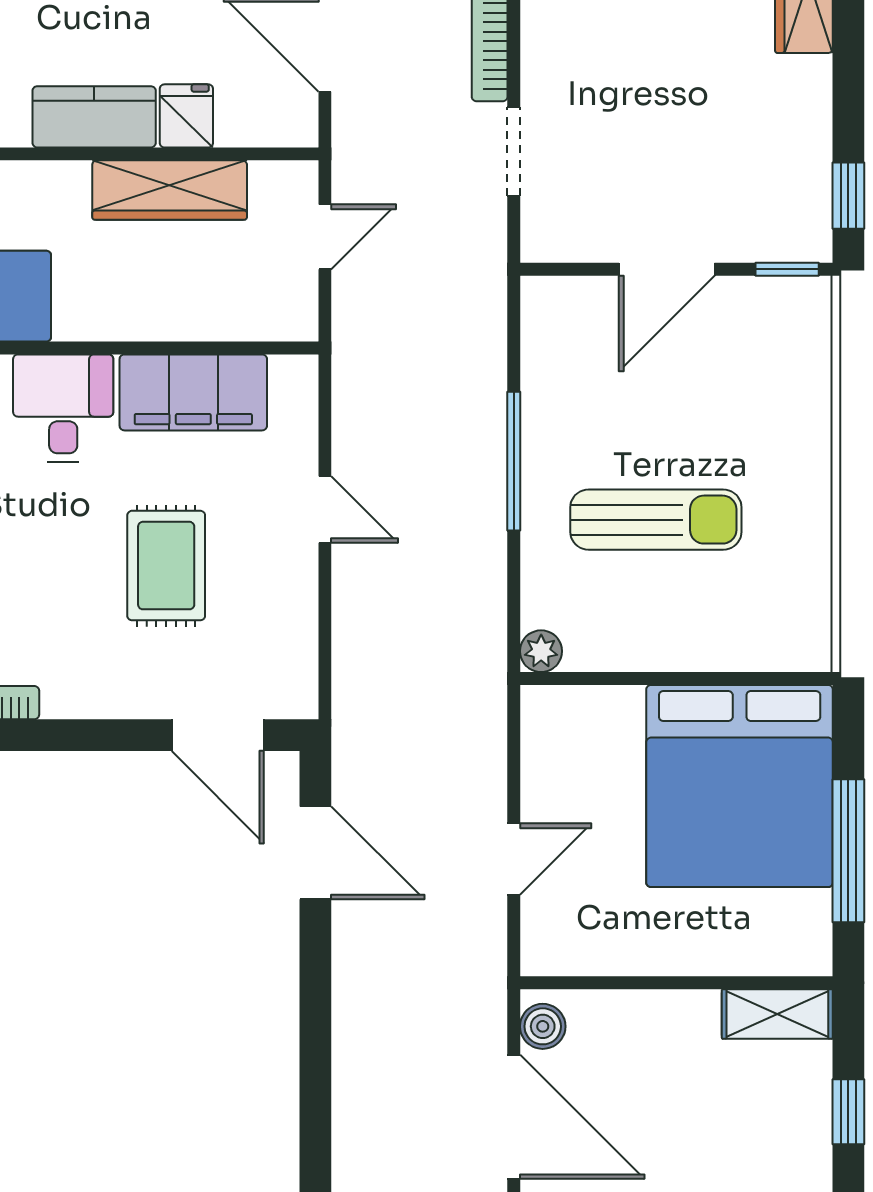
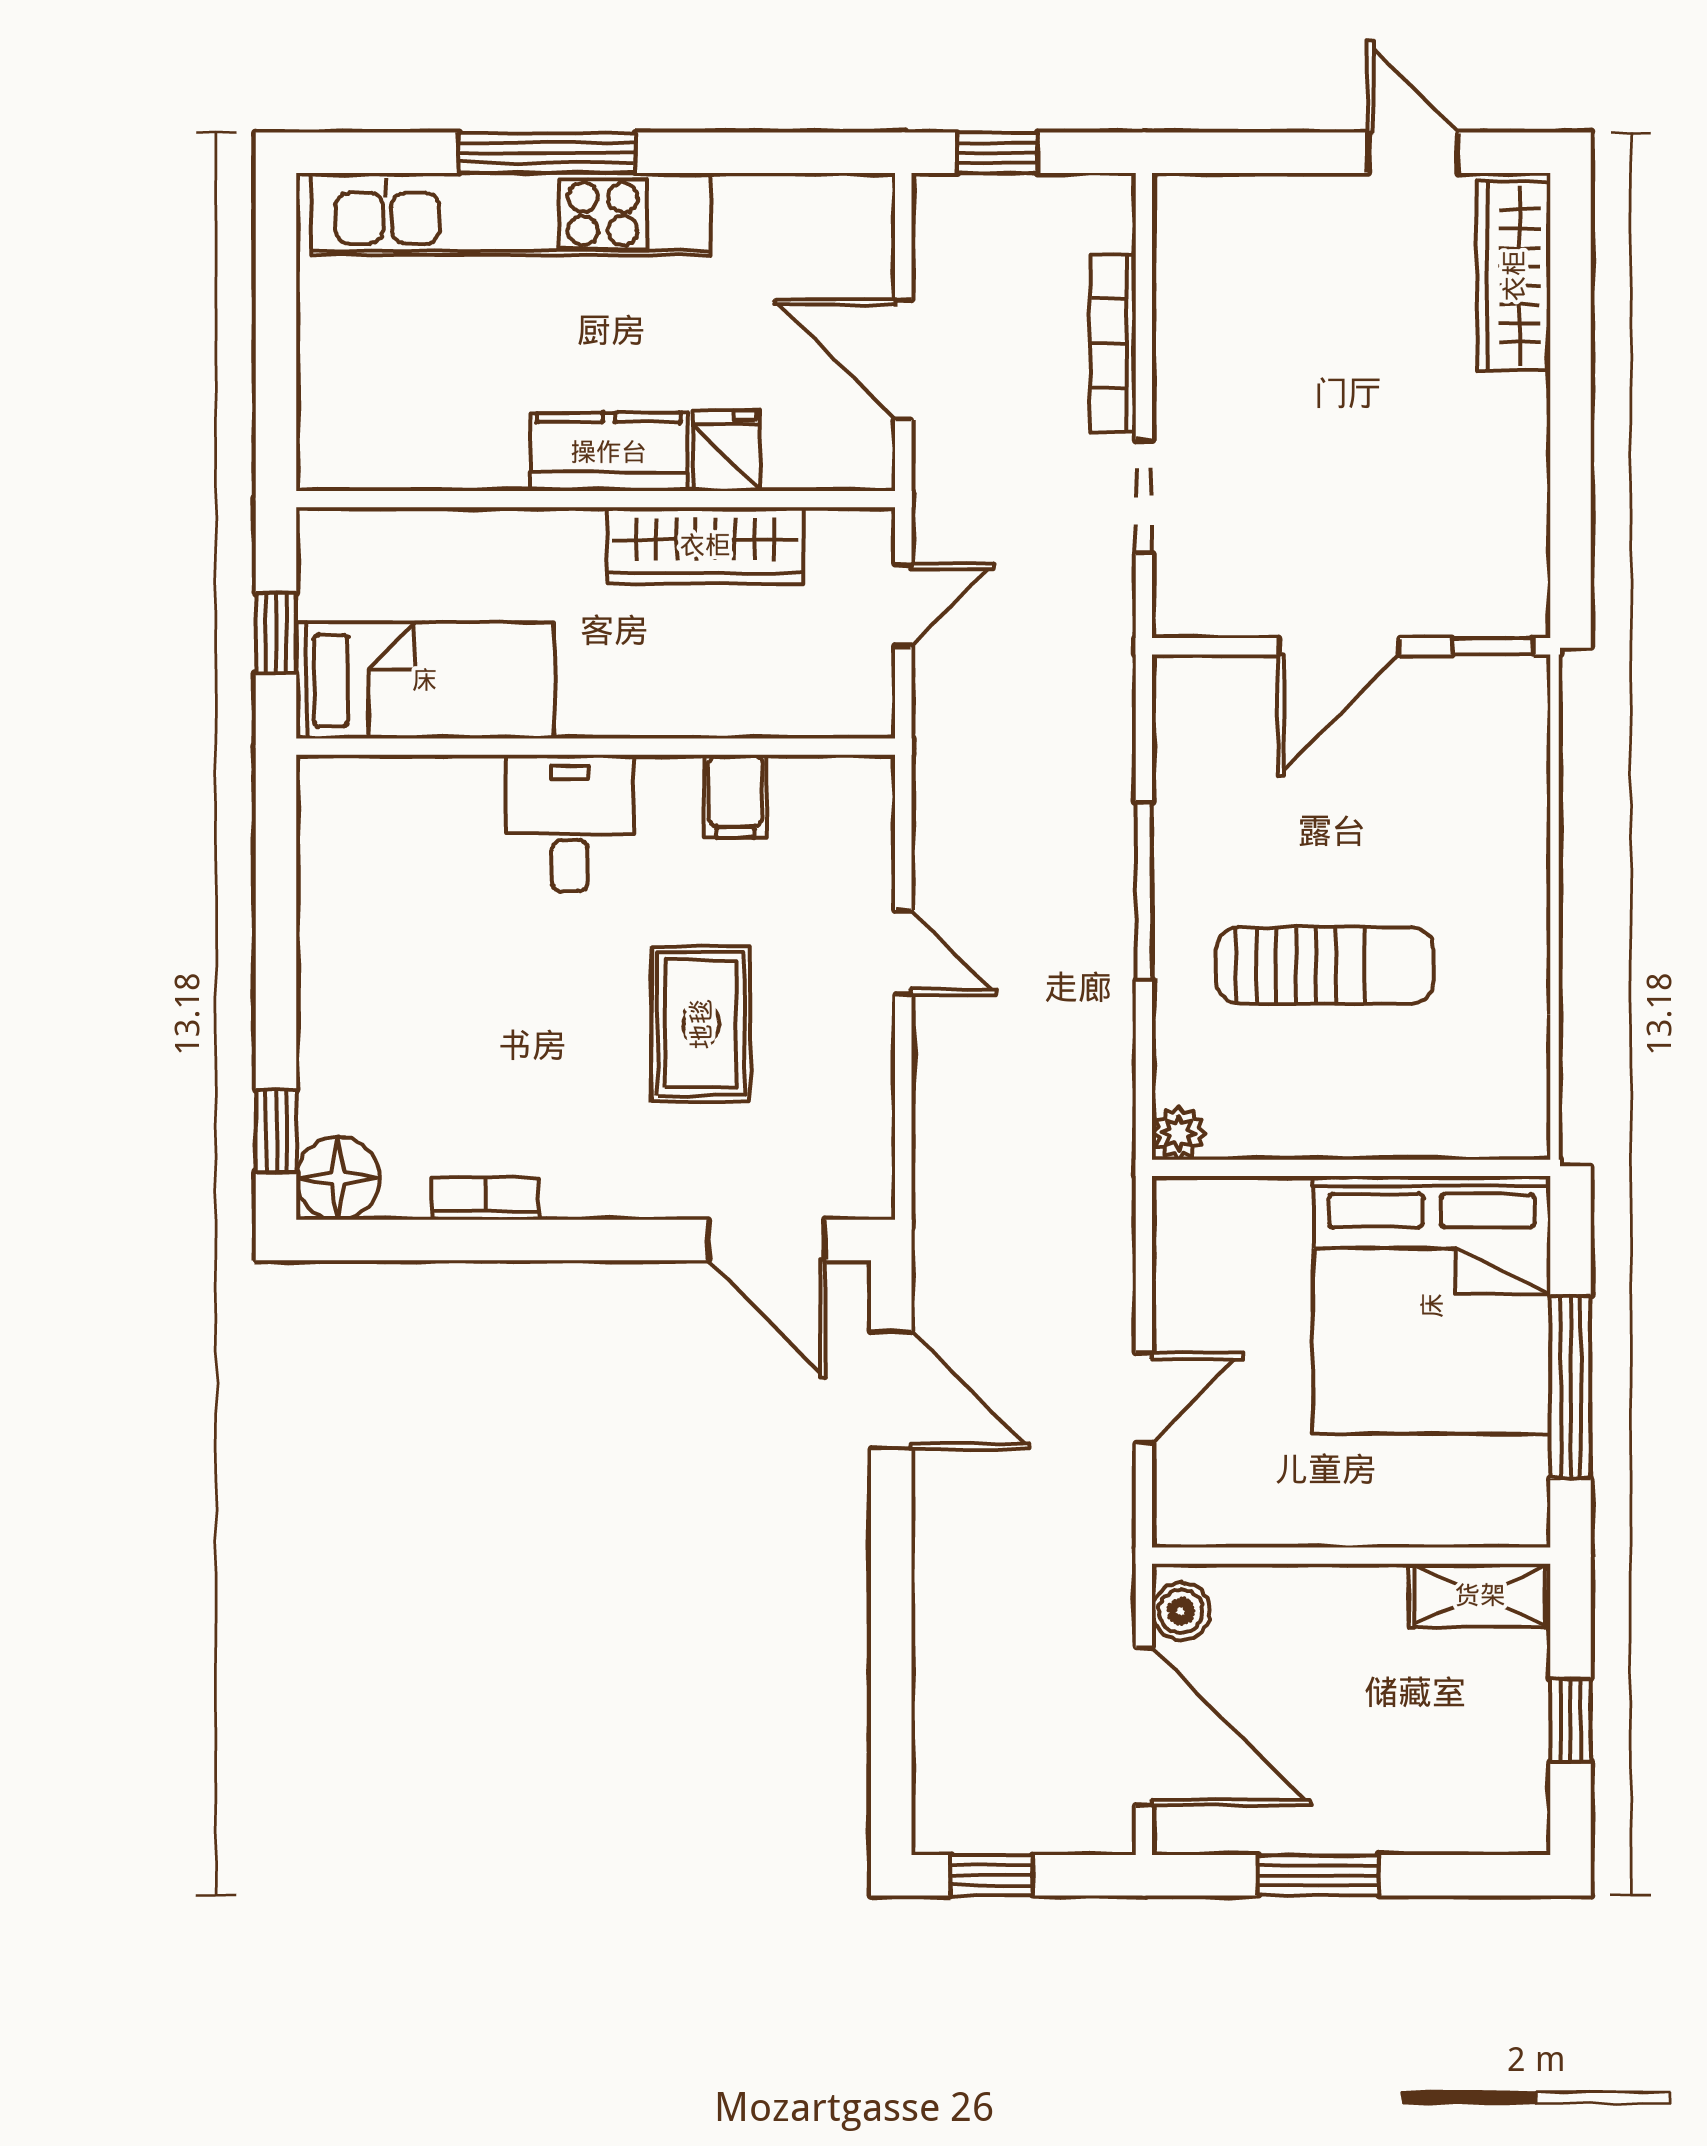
window: (848, 196) -> (1571, 552), removed
filing cabinet: (193, 392) -> (735, 796), width x0.33, depth x0.86

